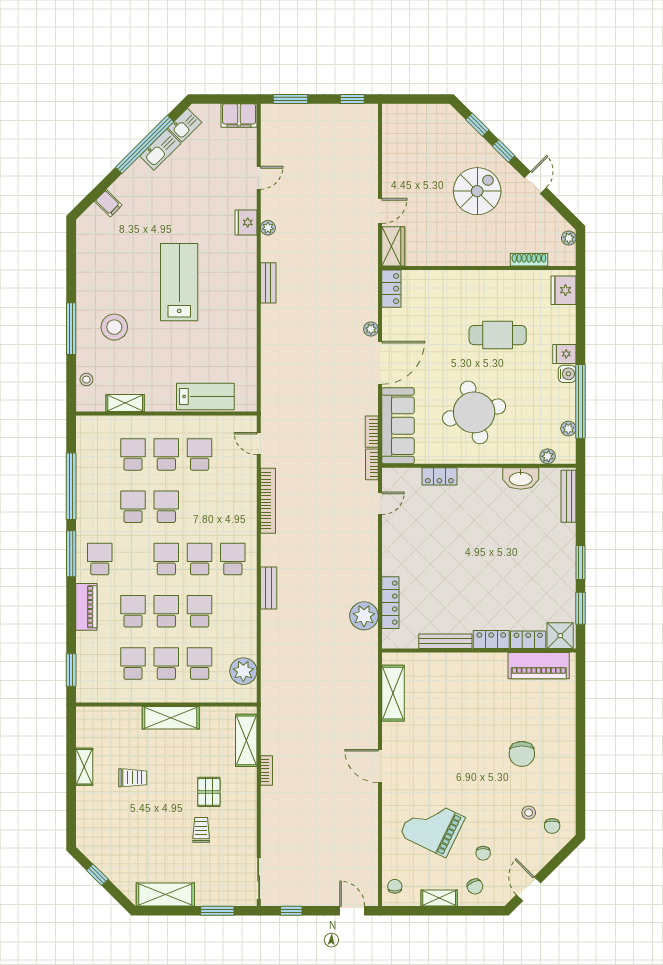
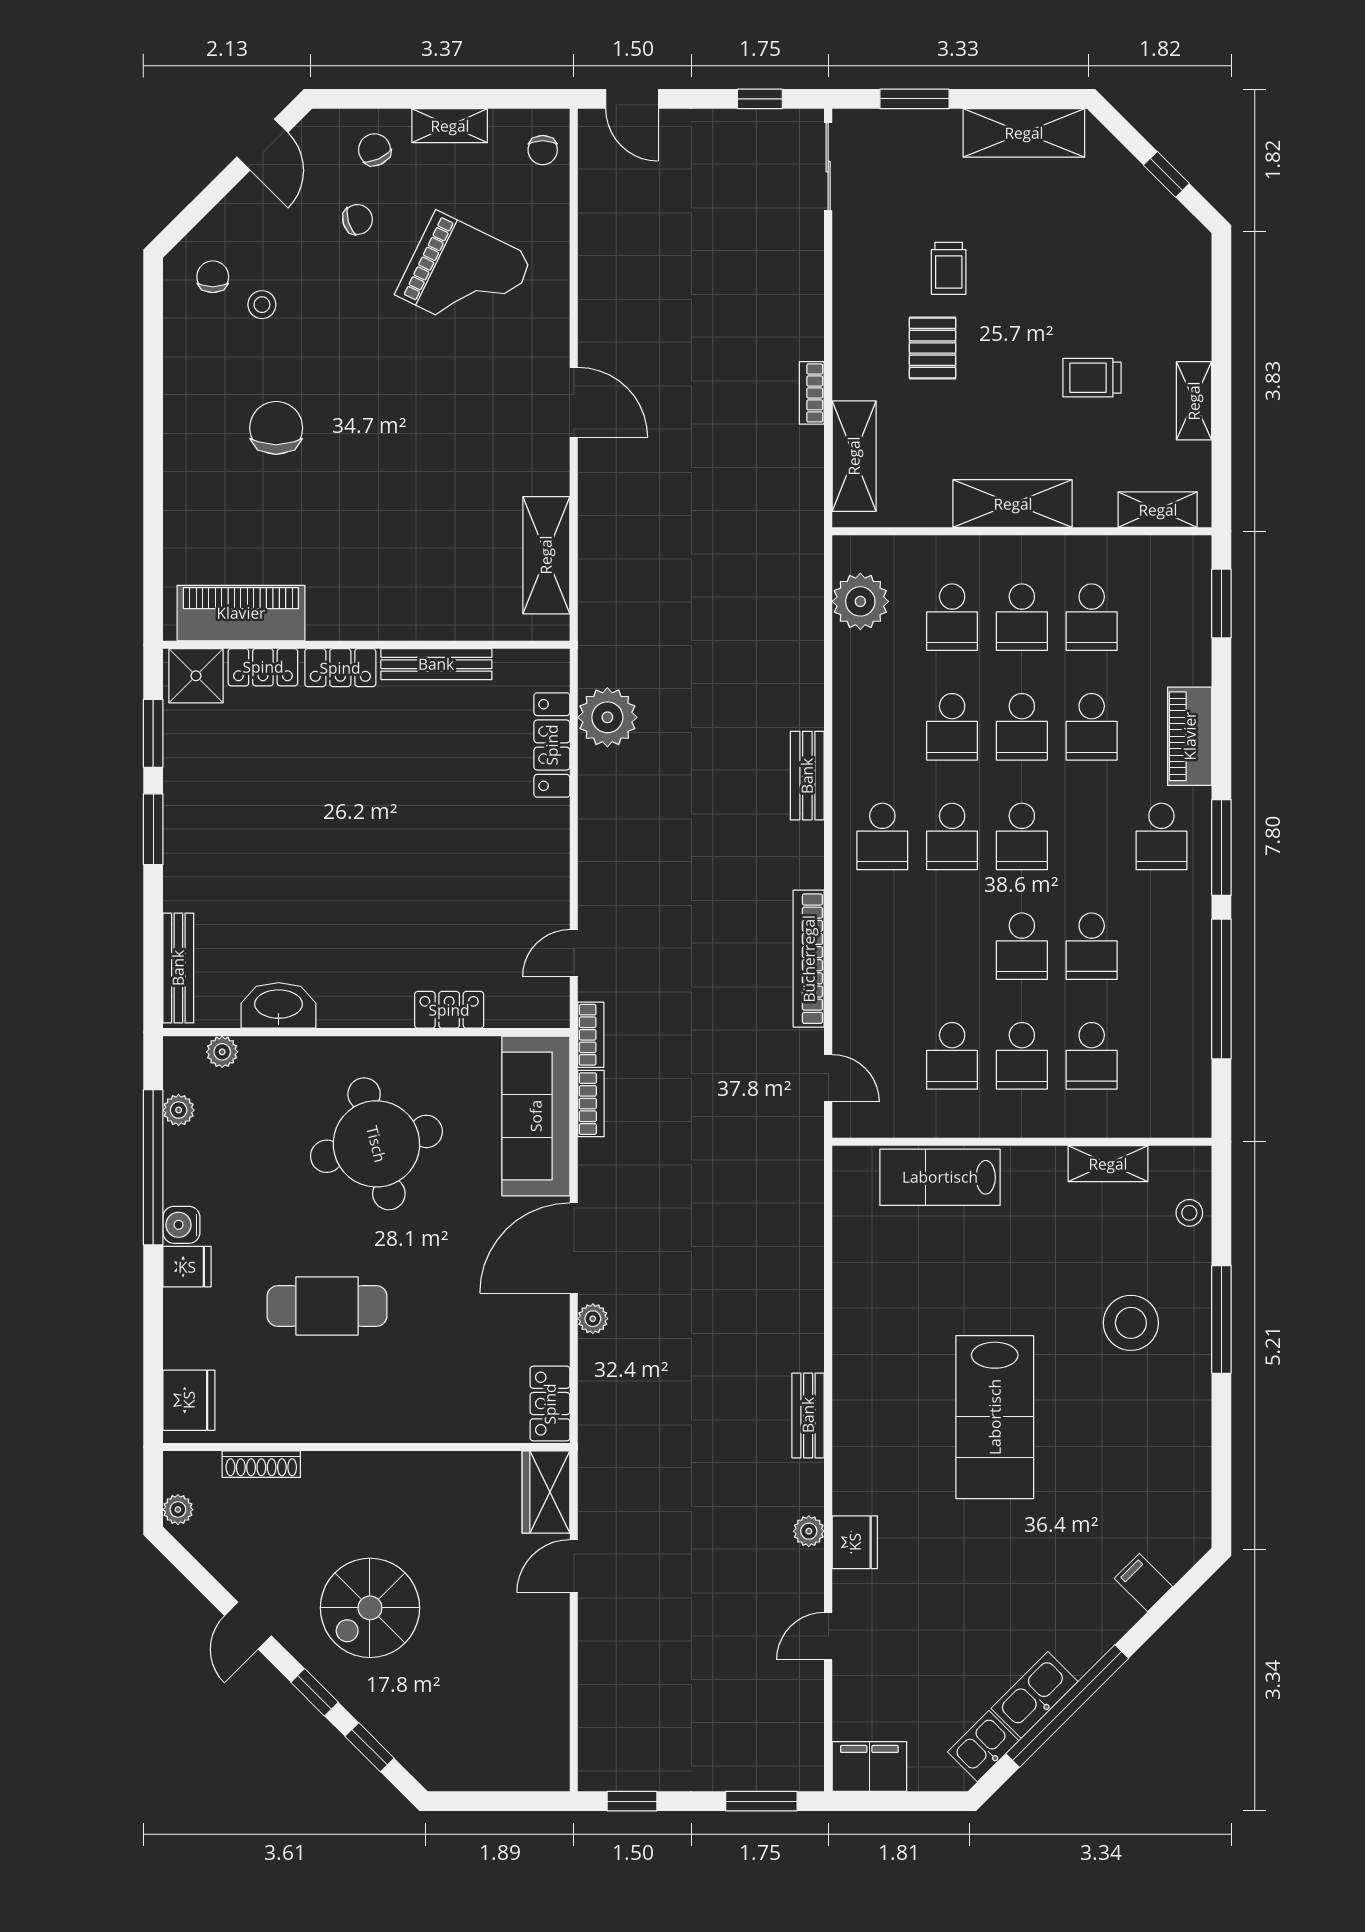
shelving: (102, 715) -> (1158, 510), added
chair: (483, 853) -> (357, 219), turned 73

